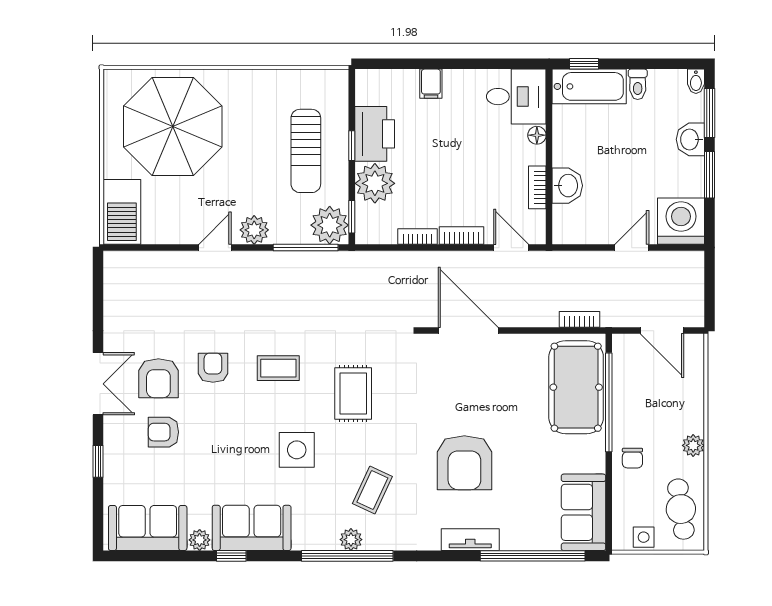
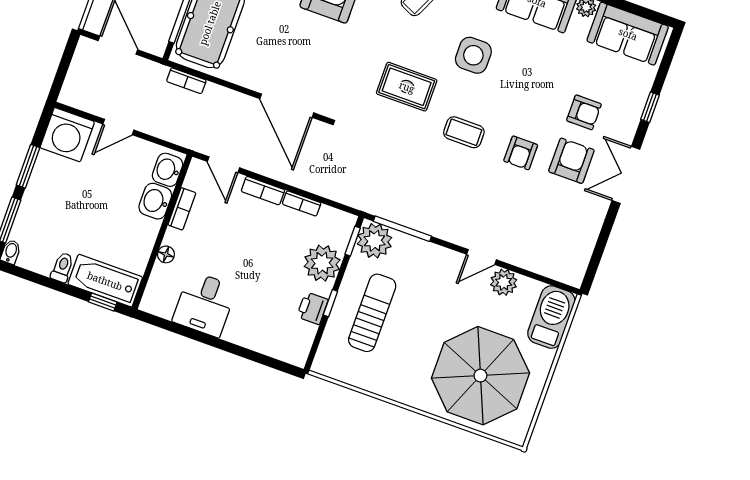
filing cabinet: (431, 84) -> (242, 332), removed
desk: (516, 97) -> (205, 304), moved, turned -90
printer: (375, 134) -> (312, 308), width x0.53, depth x0.68
washbasin: (690, 139) -> (168, 170), moved, turned 180
plant: (254, 230) -> (504, 282), moved
rug: (353, 394) -> (407, 87), turned 90

